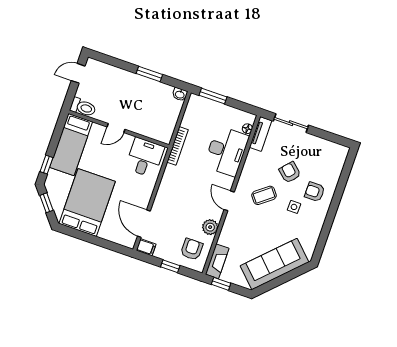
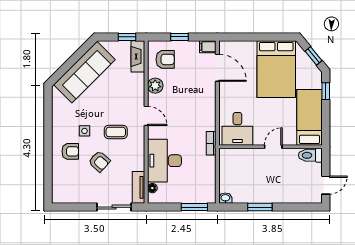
bookcase: (177, 146) -> (211, 143), width x0.64
coffee table: (264, 195) -> (116, 132), turned 38
armchair: (192, 249) -> (165, 59), turned -90

